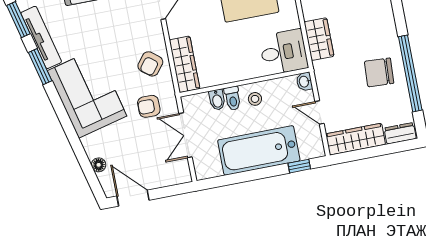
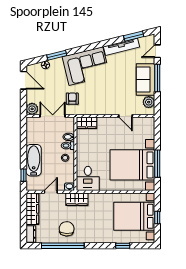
wardrobe: (319, 39) -> (77, 199), moved
armchair: (150, 64) -> (95, 104), removed
wardrobe: (185, 64) -> (87, 123), width x0.67
window: (40, 67) -> (57, 55), moved
bathtub: (259, 150) -> (34, 160), width x0.73, depth x0.73
plant: (180, 173) -> (32, 109), added
door: (133, 198) -> (24, 80), hinge flipped

